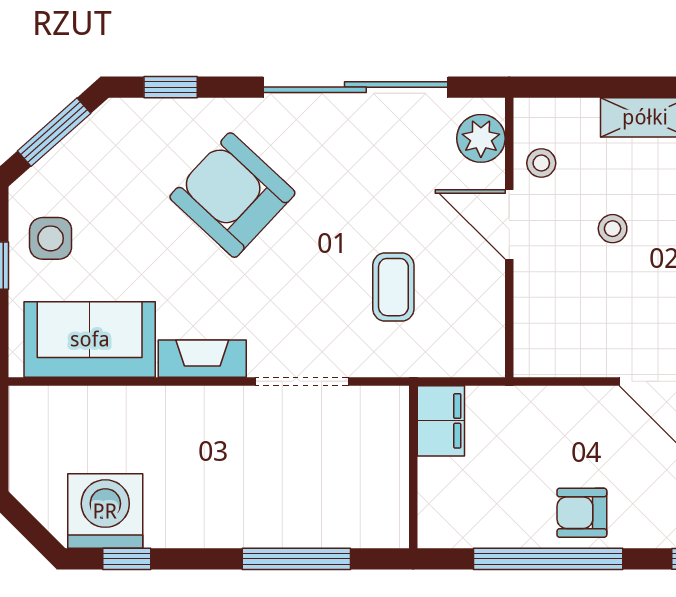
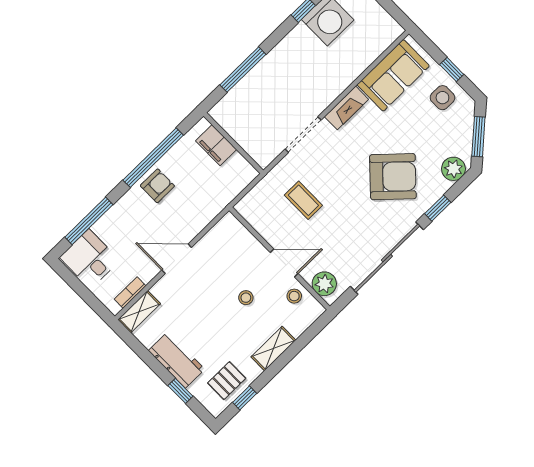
window: (171, 87) -> (438, 208), moved
plant: (135, 121) -> (453, 169), added
filing cabinet: (441, 421) -> (216, 145), moved

